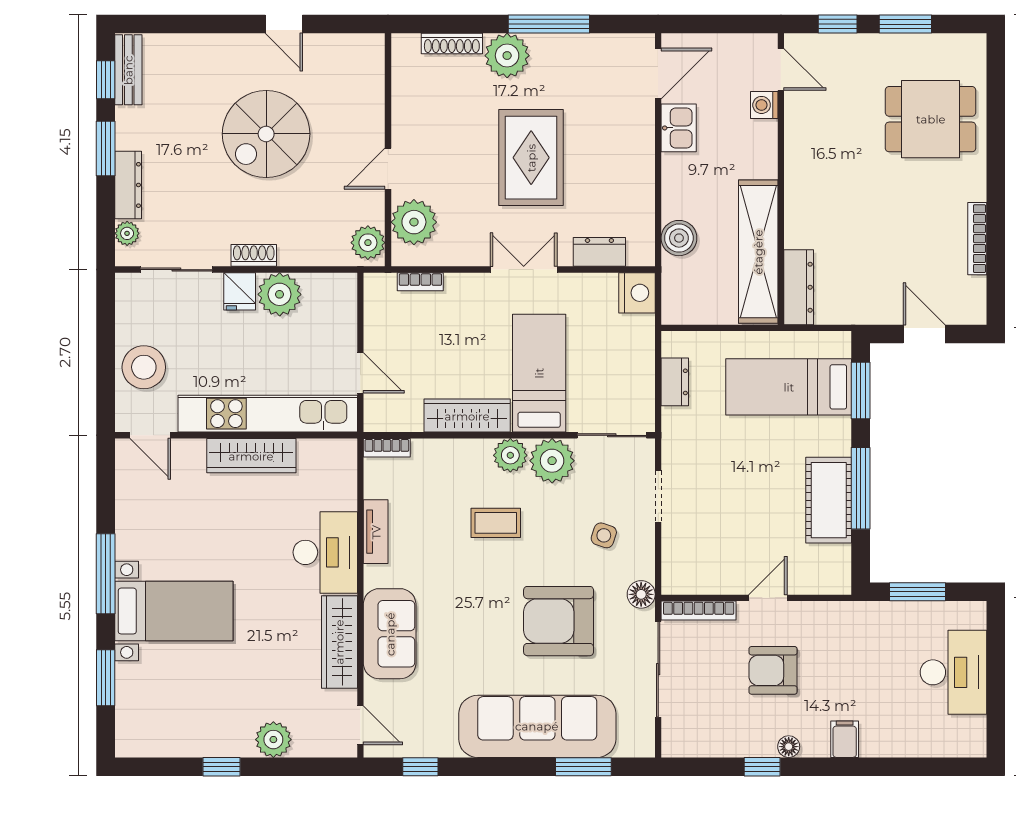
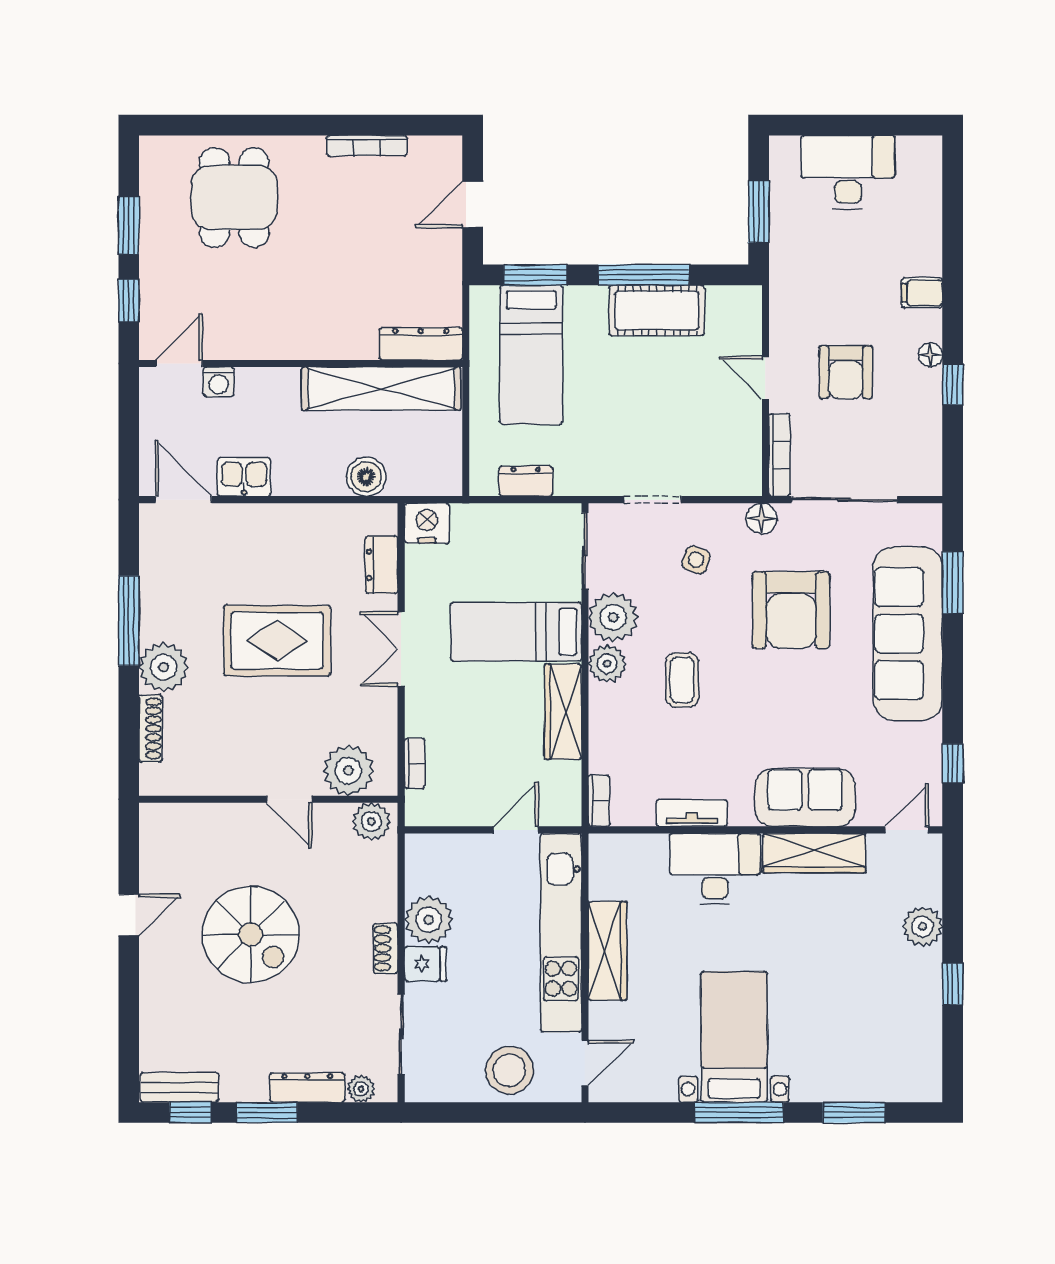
bed with nightstands: (174, 611) -> (734, 1037), moved

